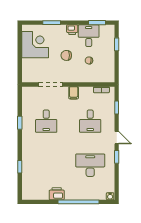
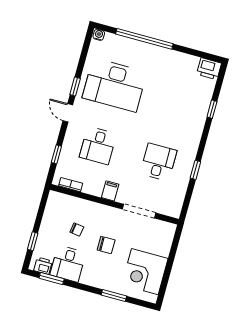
printer: (72, 30) -> (43, 266), moved
desk: (90, 121) -> (98, 146), turned 180
desk: (90, 165) -> (115, 85), width x1.36, depth x1.30
printer: (57, 194) -> (209, 69), moved

